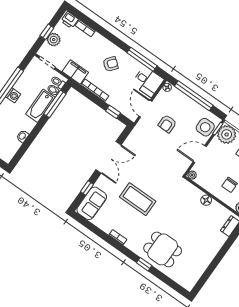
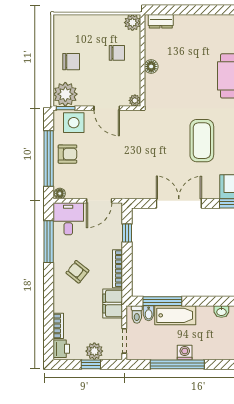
armchair: (167, 124) -> (67, 154), moved

